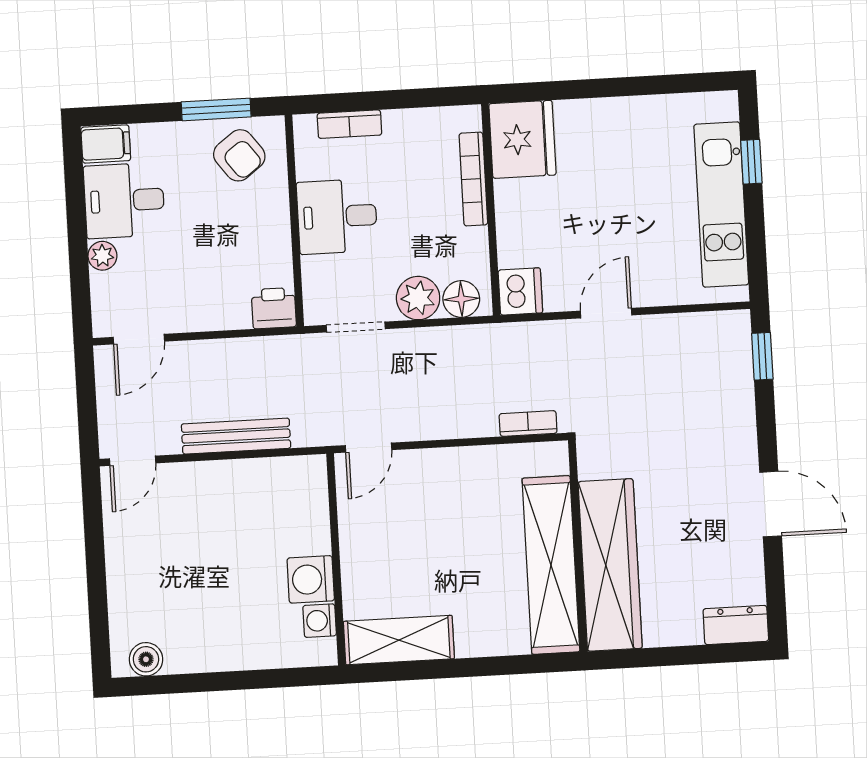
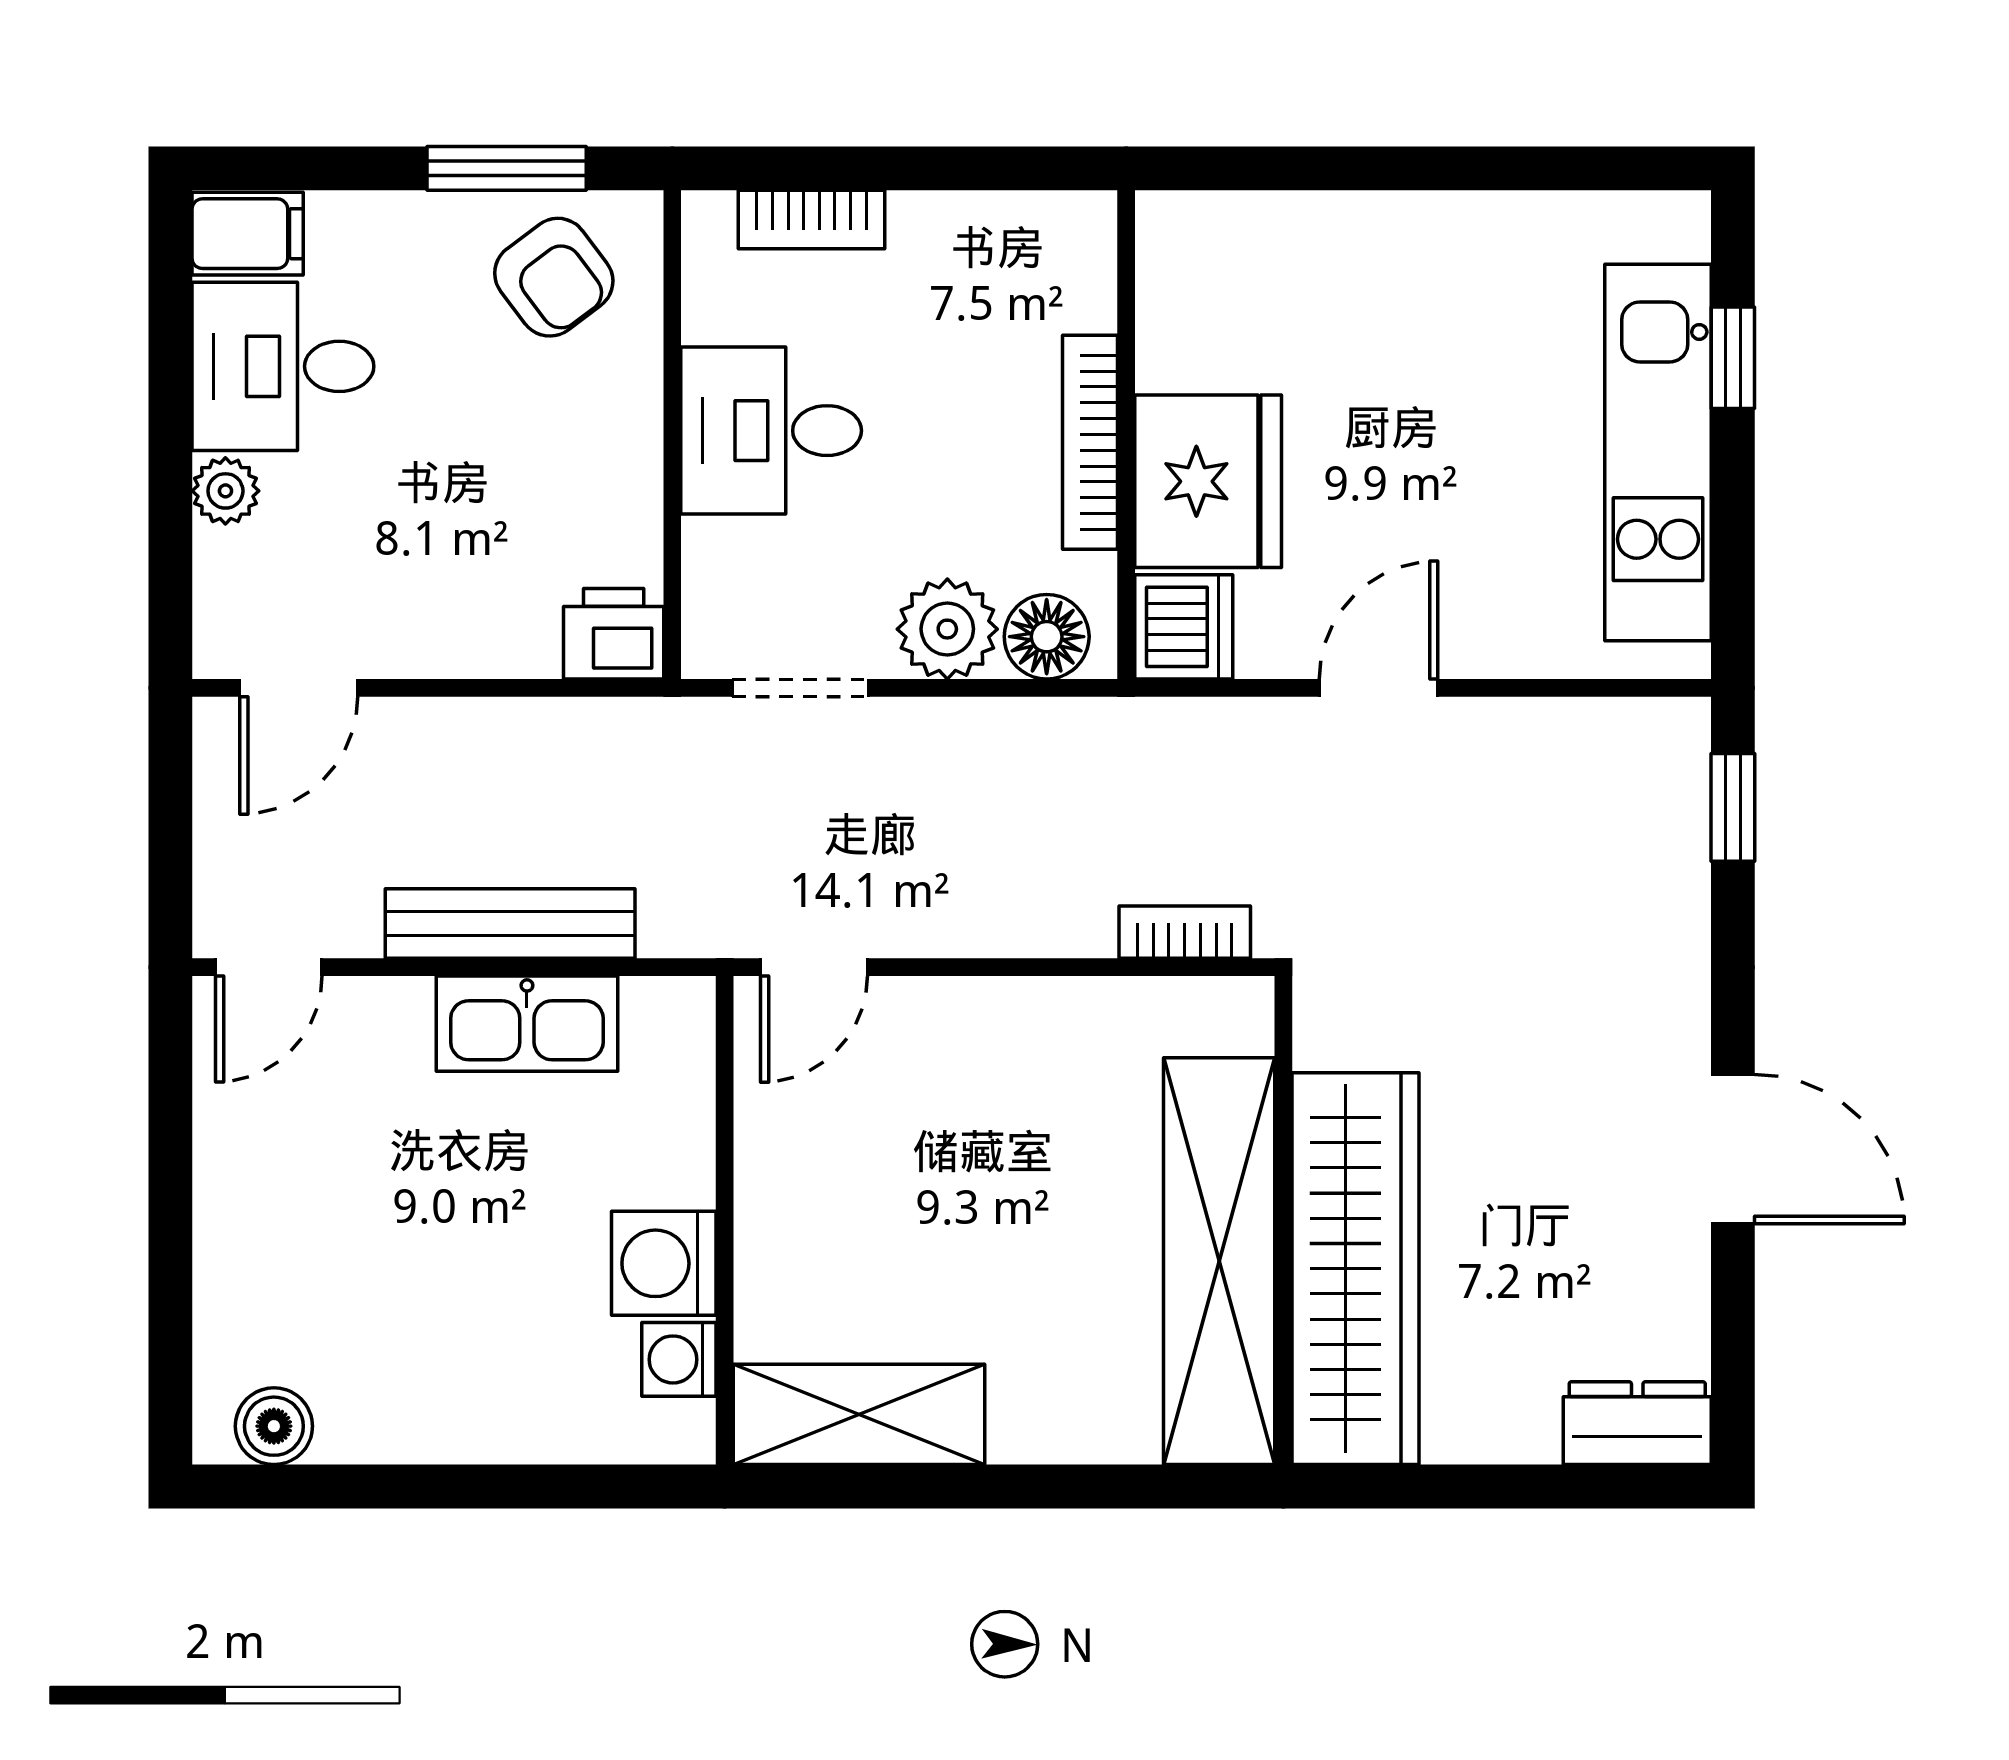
fridge: (522, 139) -> (1208, 481), moved
bookcase: (473, 179) -> (1090, 442), moved
kitchen sink: (246, 479) -> (527, 1024), added

